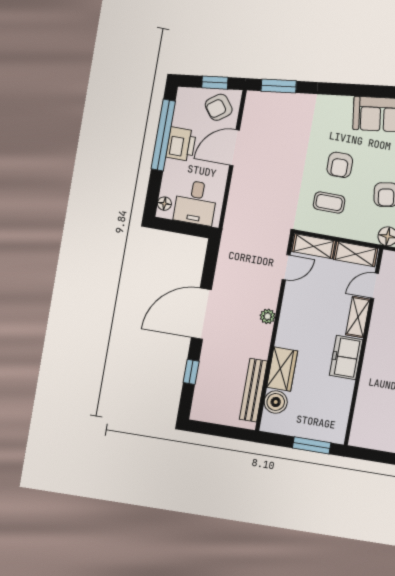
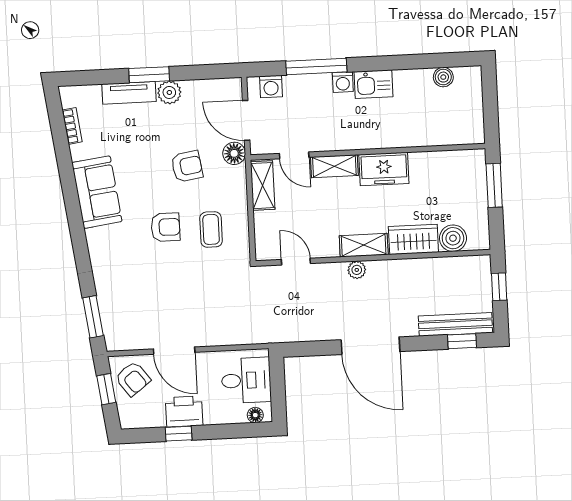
window: (163, 135) -> (179, 434), width x0.32
shelving: (314, 246) -> (364, 245), moved, turned 90
window: (191, 372) -> (462, 341), moved
bench: (253, 390) -> (455, 324), moved
window: (226, 431) -> (499, 287), added

